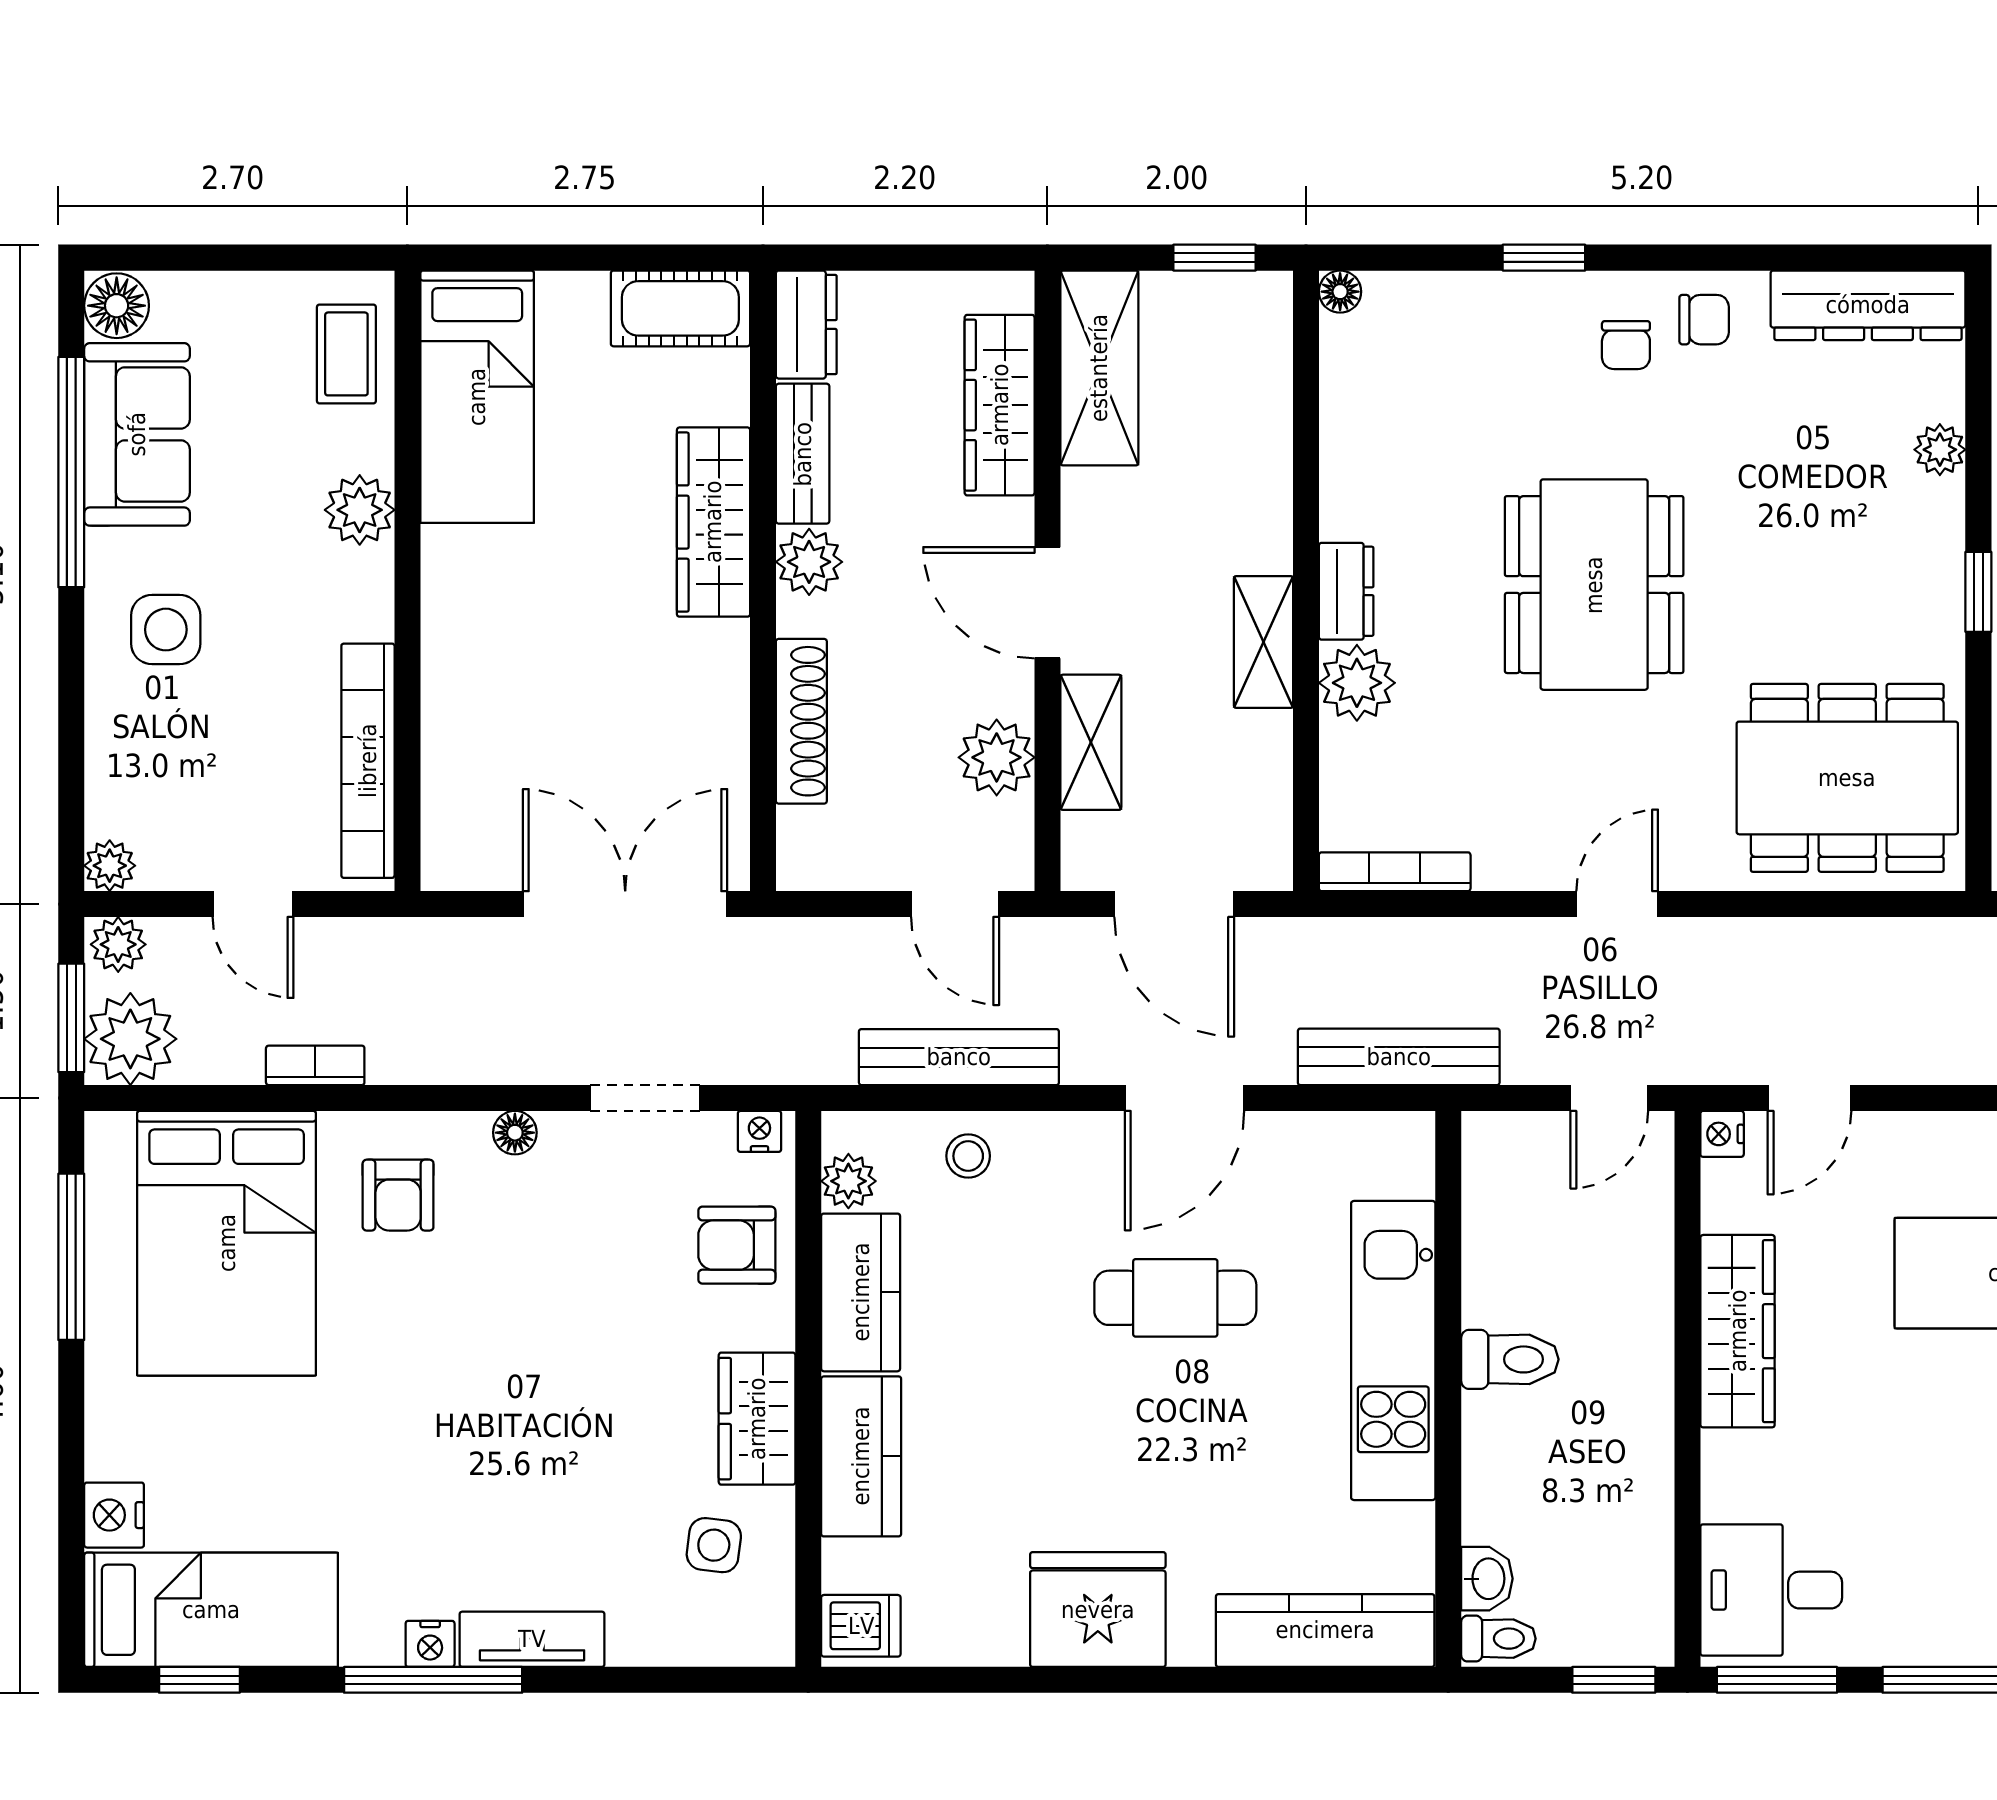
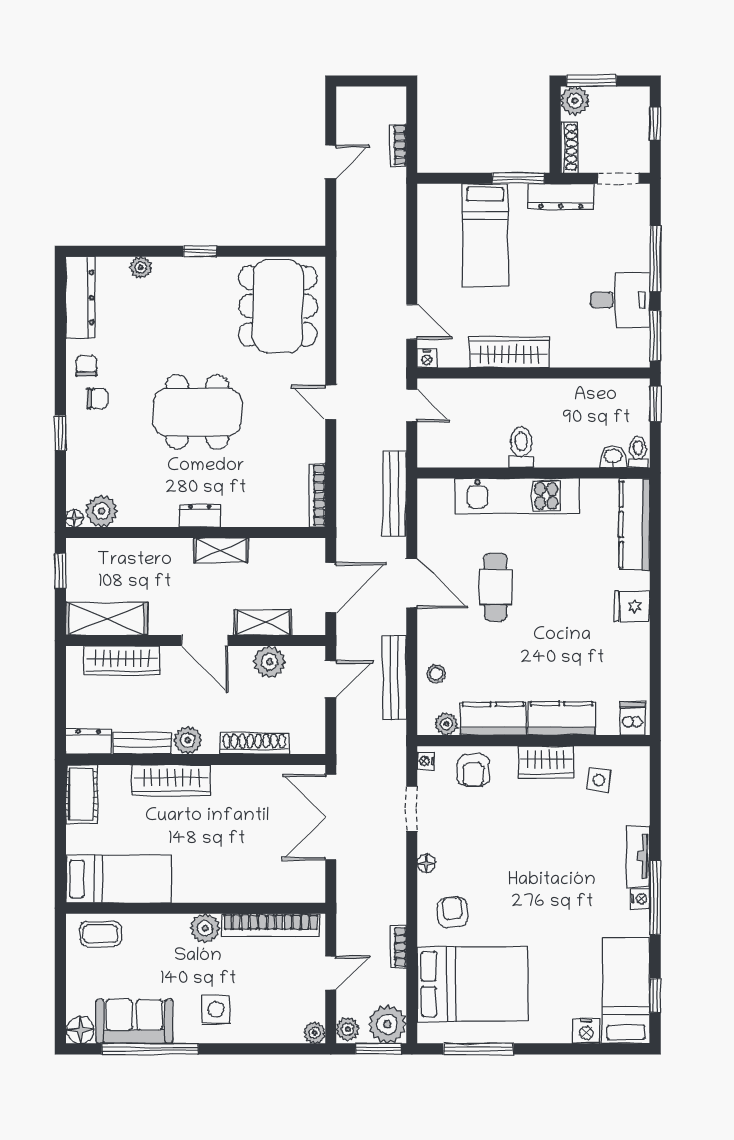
plant: (360, 510) -> (205, 928), moved
door: (1047, 603) -> (205, 641), hinge flipped
plant: (1357, 683) -> (101, 511), moved
armchair: (398, 1195) -> (452, 912), turned -94
desk: (1771, 1590) -> (620, 300), moved, turned -90
fridge: (1098, 1610) -> (632, 606), width x0.53, depth x0.75

